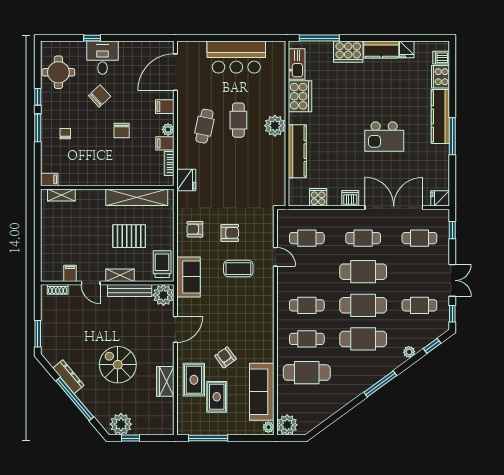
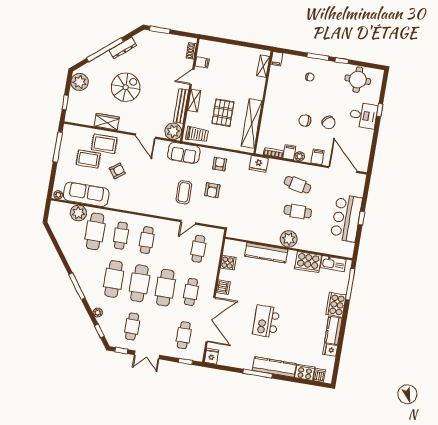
window: (233, 38) -> (361, 218), added
chair: (100, 96) -> (329, 123), moved
plant: (287, 425) -> (78, 213), moved
window: (131, 438) -> (65, 102), moved

